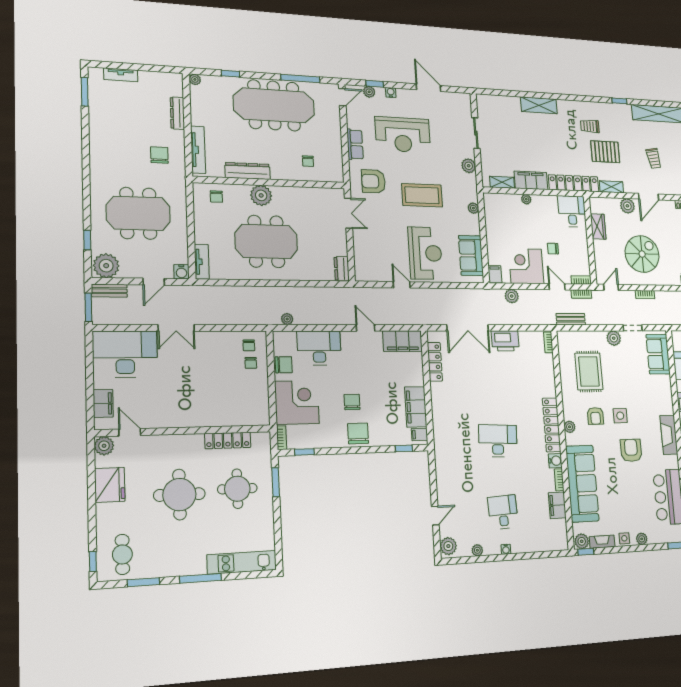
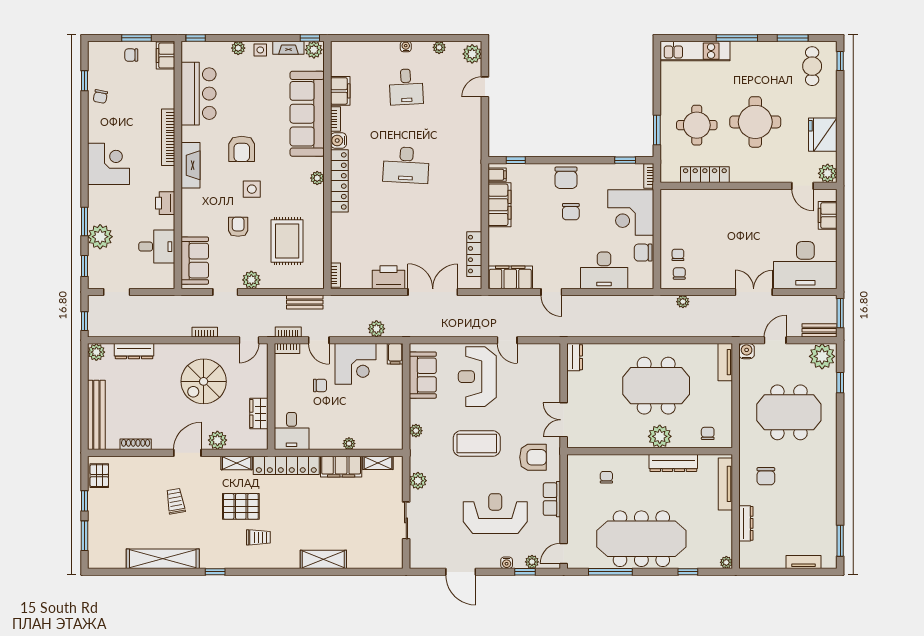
plant: (287, 319) -> (683, 302), moved
armchair: (595, 416) -> (238, 227), moved

